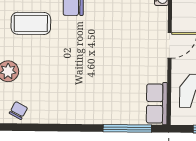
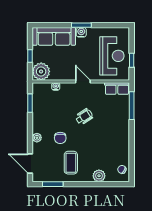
wheelchair: (109, 47) -> (84, 117), added

